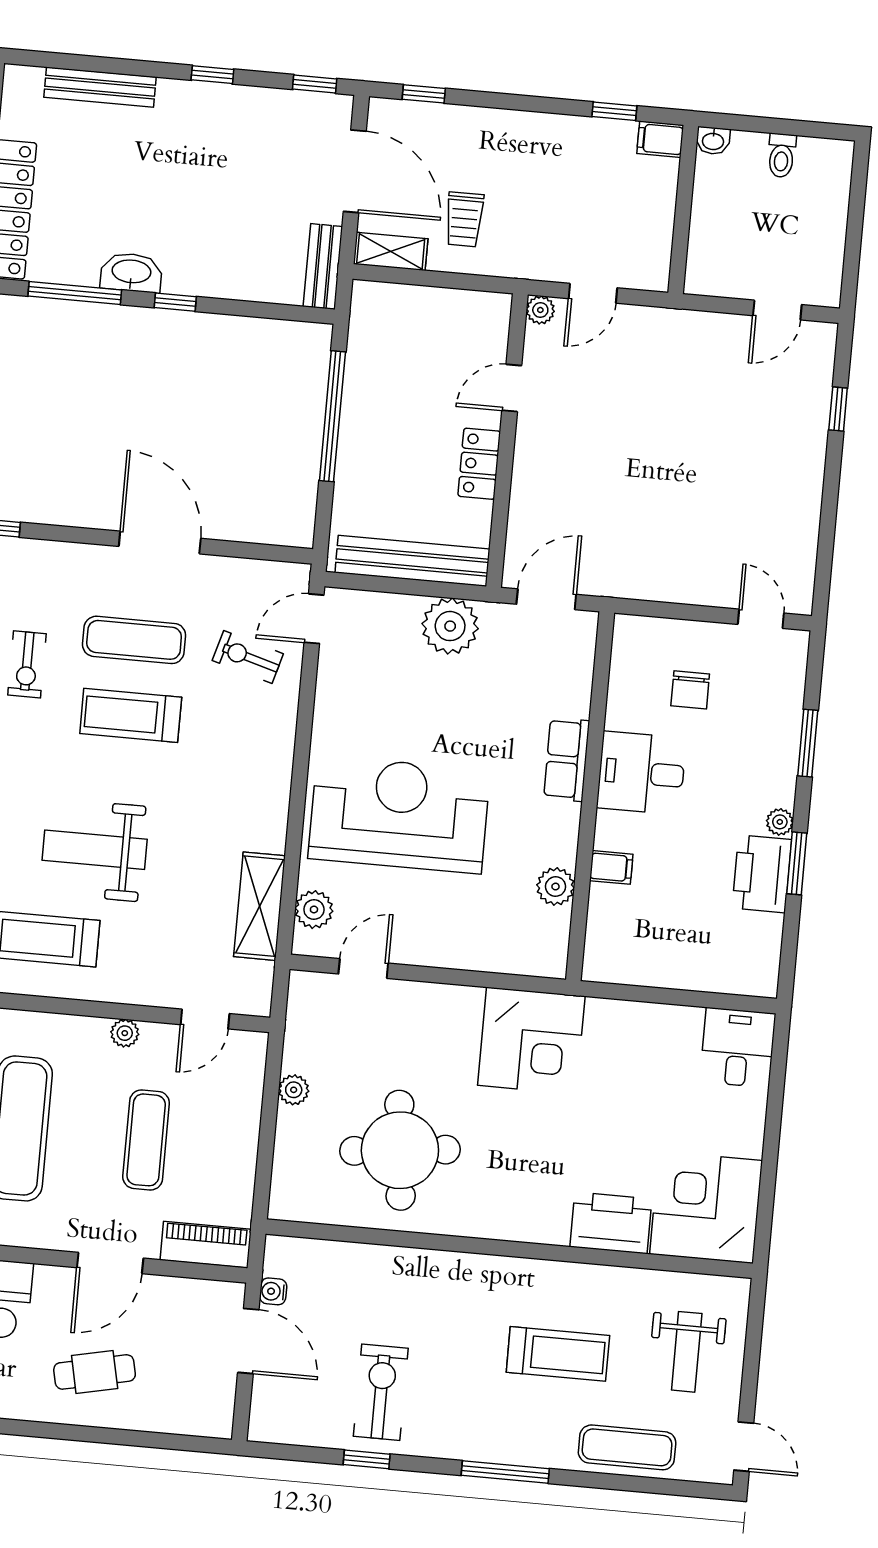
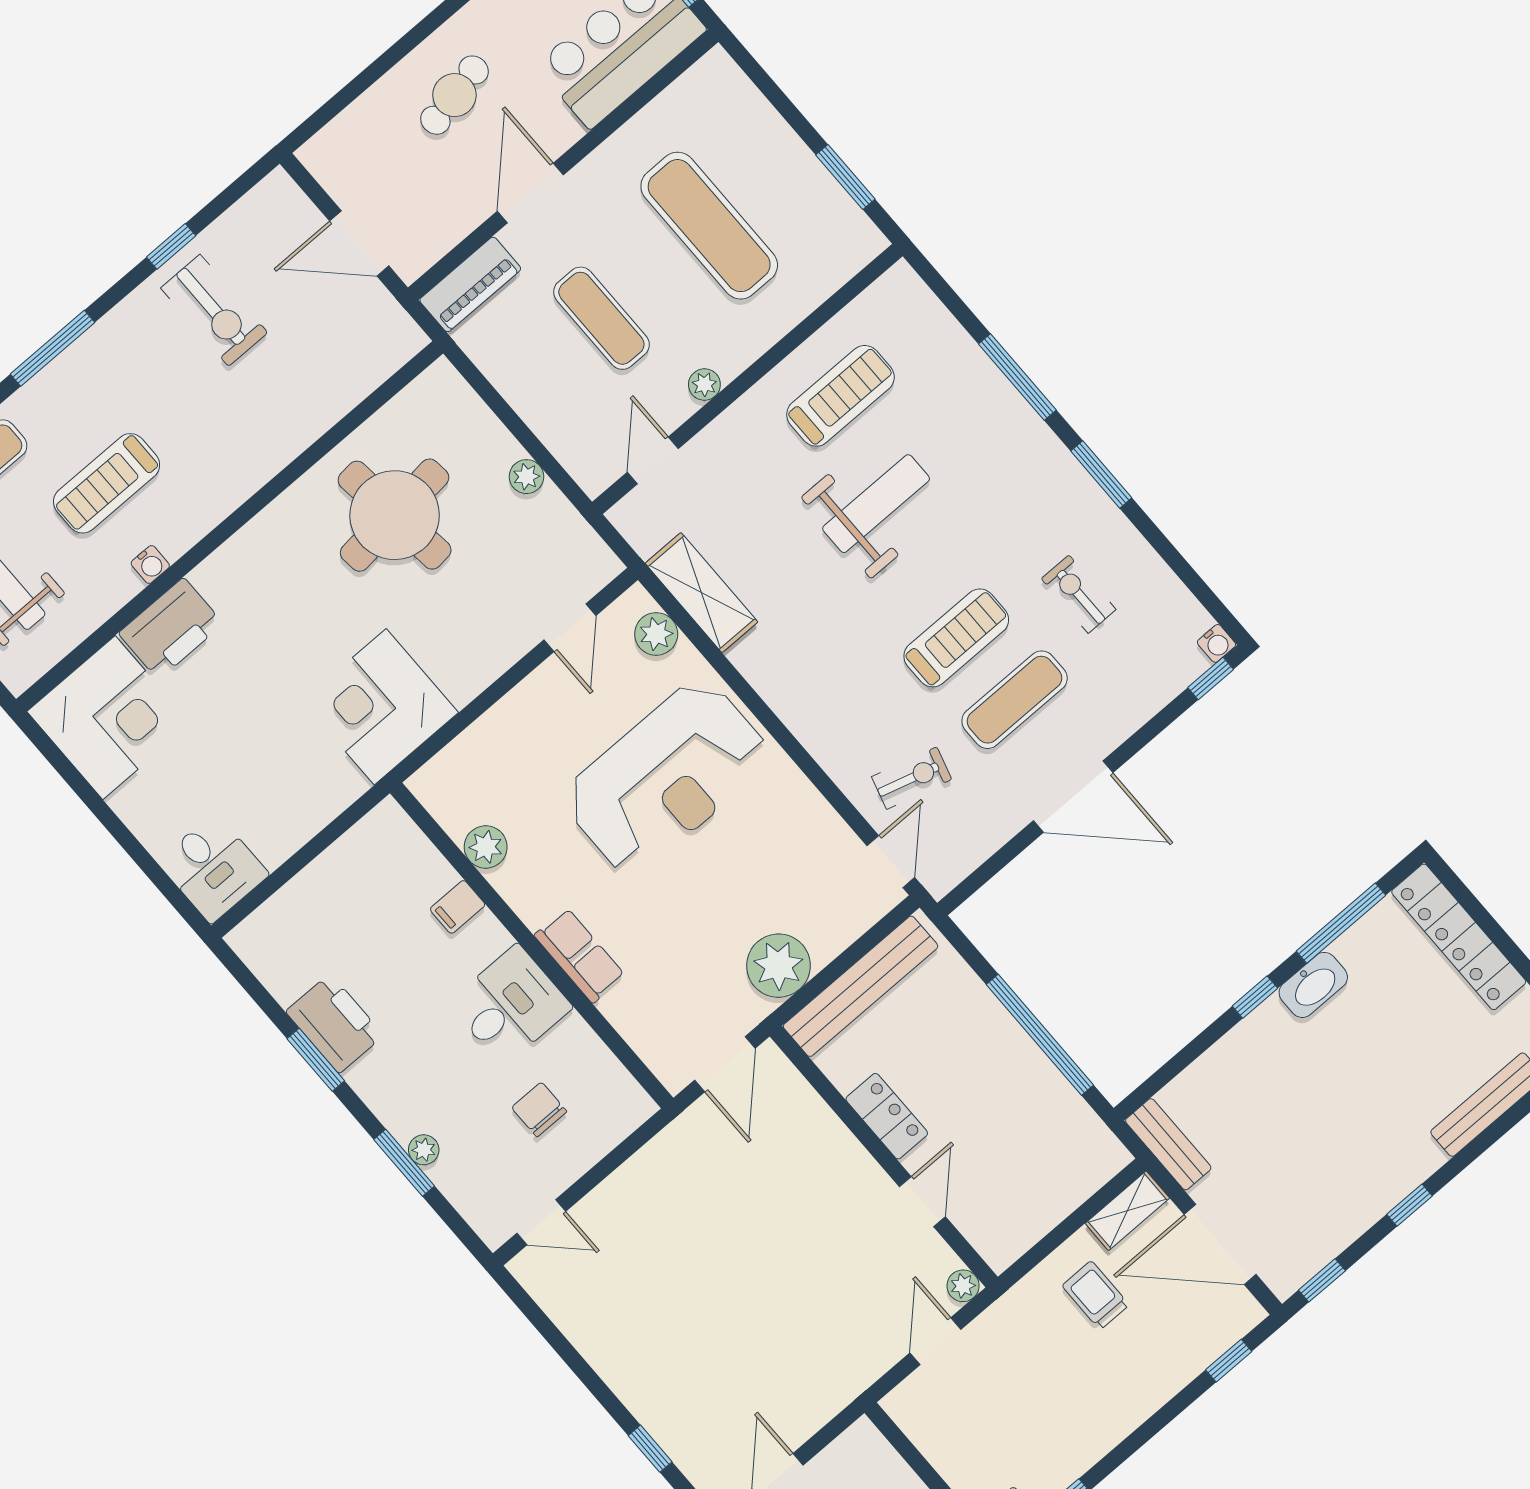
plant: (780, 822) -> (424, 1150), moved
water cooler: (273, 1291) -> (150, 564), moved, turned 90

